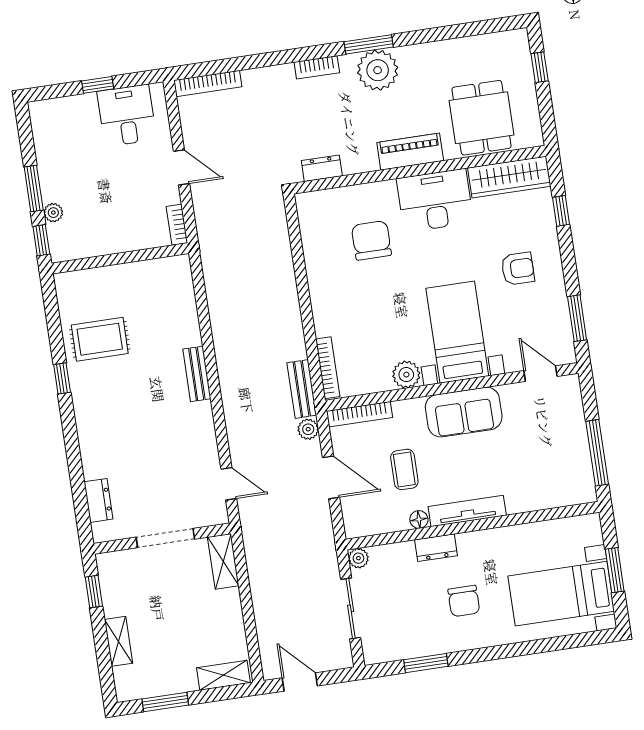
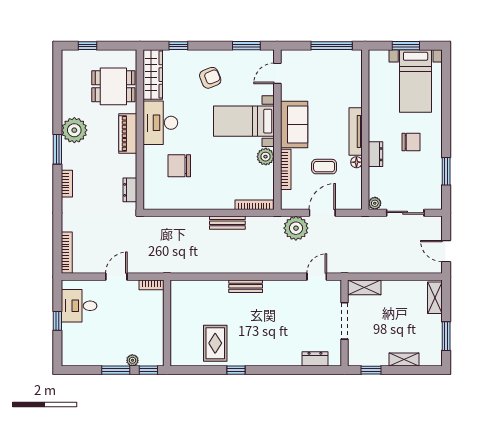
plant: (378, 70) -> (74, 130), moved
armchair: (518, 269) -> (210, 78), turned 68
bench: (302, 389) -> (227, 223), moved
bookcase: (359, 414) -> (286, 169), moved
plant: (308, 429) -> (296, 228), width x1.88, depth x1.88
door: (300, 682) -> (446, 251), hinge flipped

